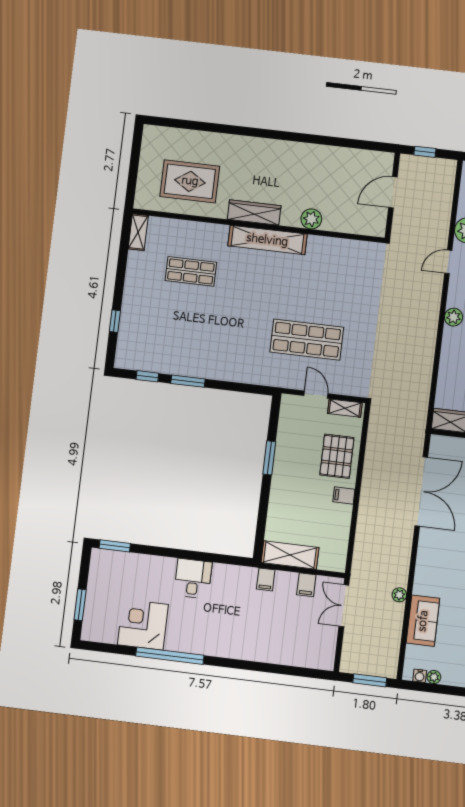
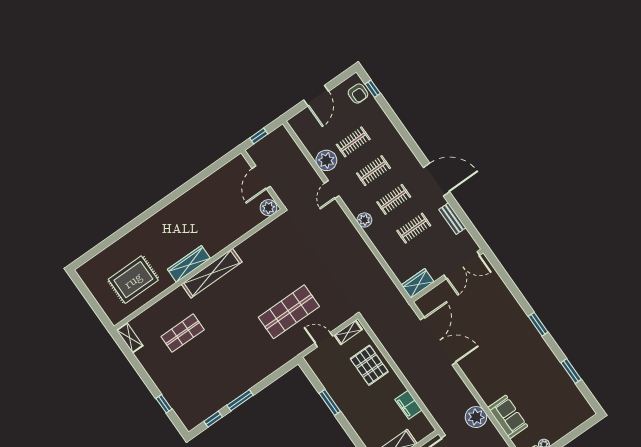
plant: (311, 219) -> (269, 208), moved
filing cabinet: (344, 496) -> (408, 405), moved, width x2.00
plant: (399, 595) -> (476, 417), width x1.88, depth x1.88

